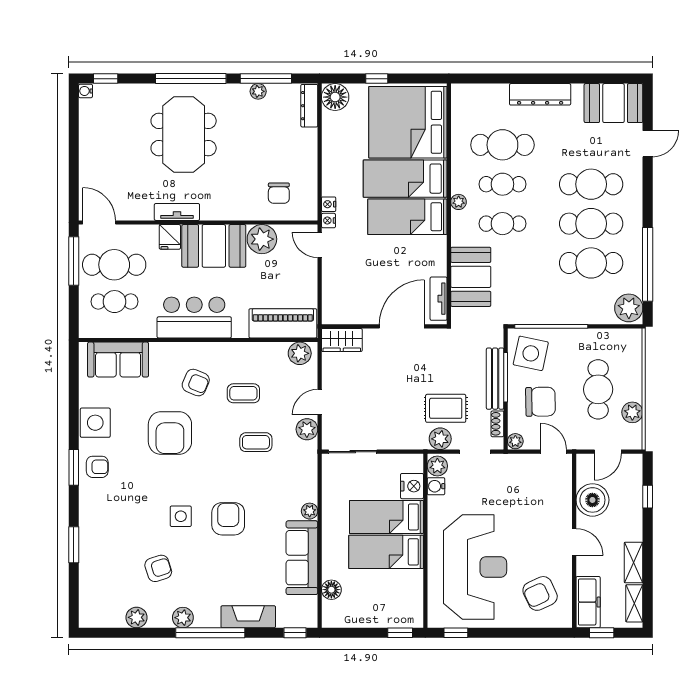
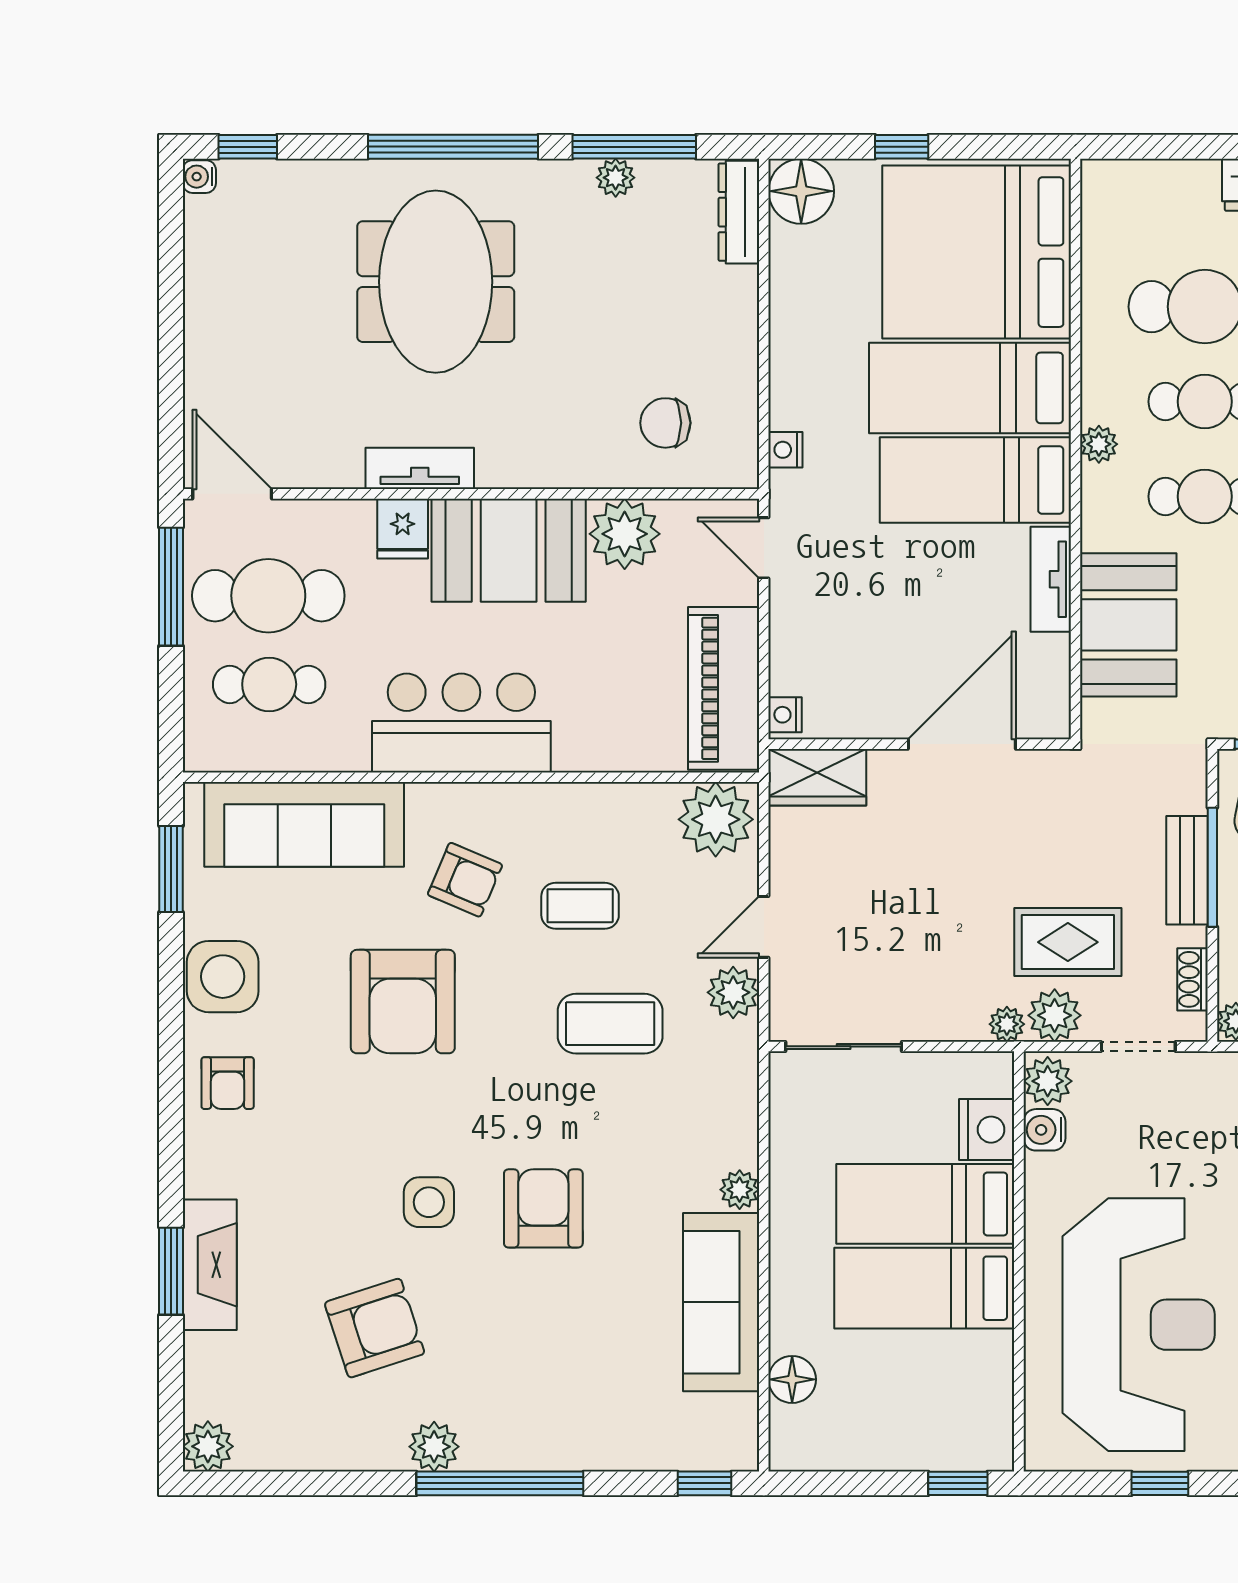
chair: (279, 193) -> (665, 423), turned 90
nightstand: (328, 221) -> (785, 715), moved
tv unit: (439, 299) -> (1051, 579), moved
piano: (283, 323) -> (724, 688), moved, turned -90
plant: (300, 353) -> (716, 819), width x1.36, depth x1.36
sofa: (118, 360) -> (304, 824), width x1.36
bench: (495, 379) -> (1187, 870), width x0.73
coffee table: (256, 442) -> (610, 1024), width x1.36, depth x1.30
plant: (420, 442) -> (1007, 1024), added
window: (74, 467) -> (171, 869), moved
armchair: (97, 467) -> (228, 1083), turned 90
armchair: (158, 568) -> (375, 1328), width x1.38, depth x1.38
plant: (136, 617) -> (208, 1446), moved
fireplace: (248, 617) -> (210, 1265), moved, turned 90
window: (456, 633) -> (1160, 1483), moved

